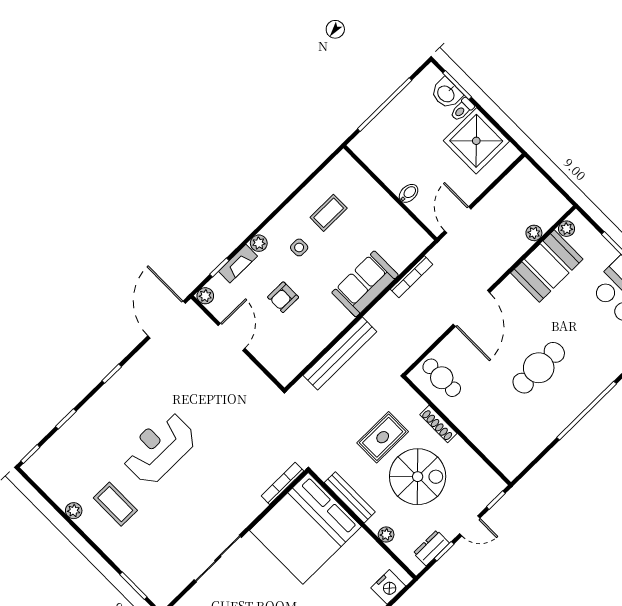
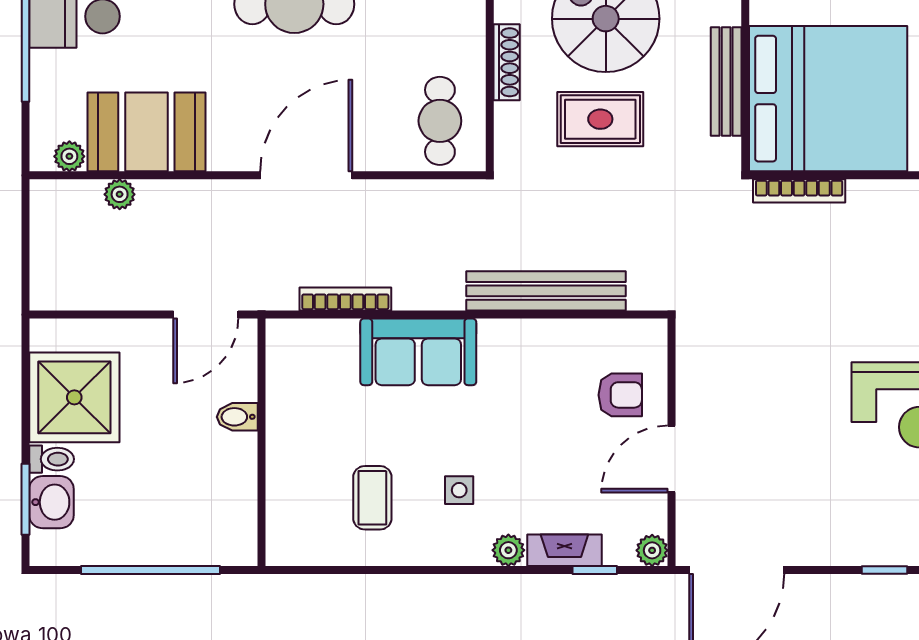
coffee table: (329, 213) -> (372, 498), turned 90
armchair: (283, 297) -> (620, 395), moved

